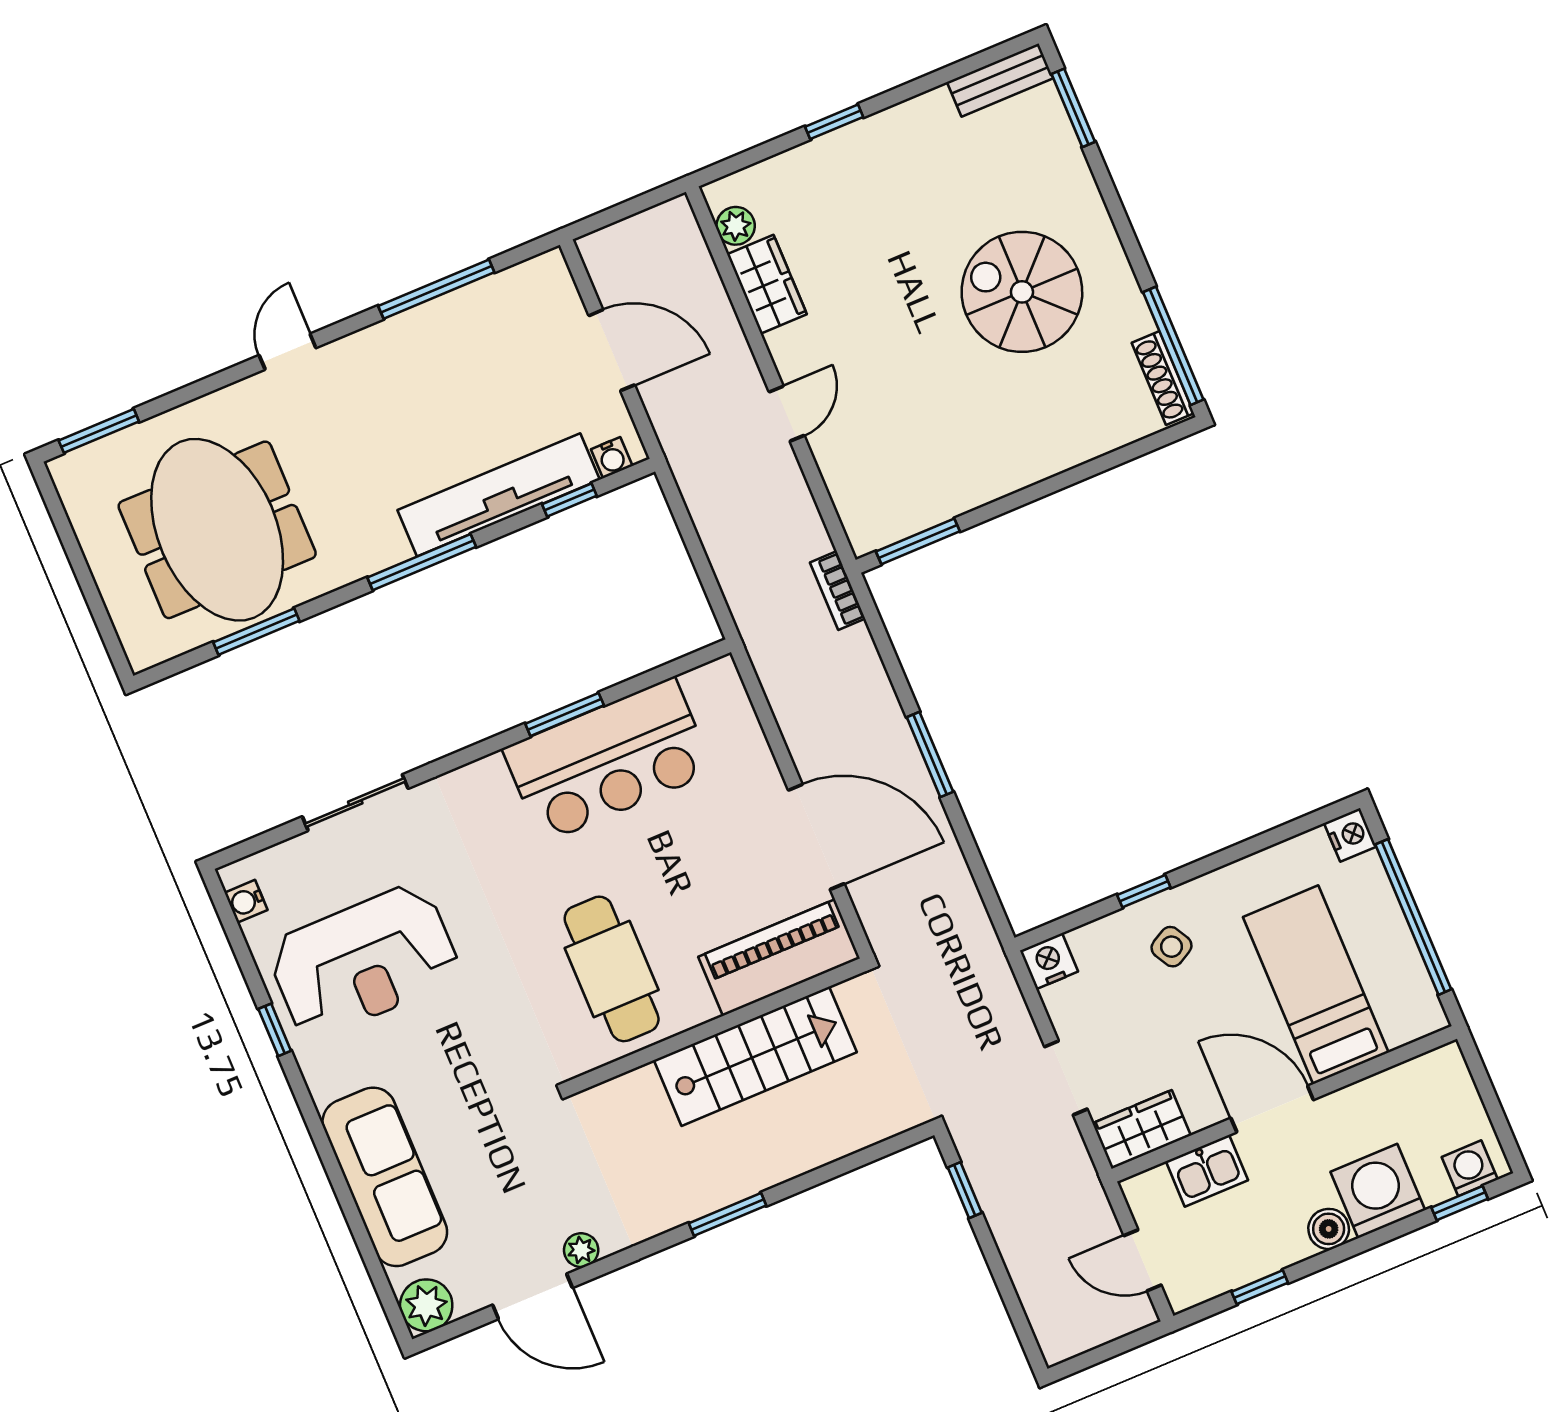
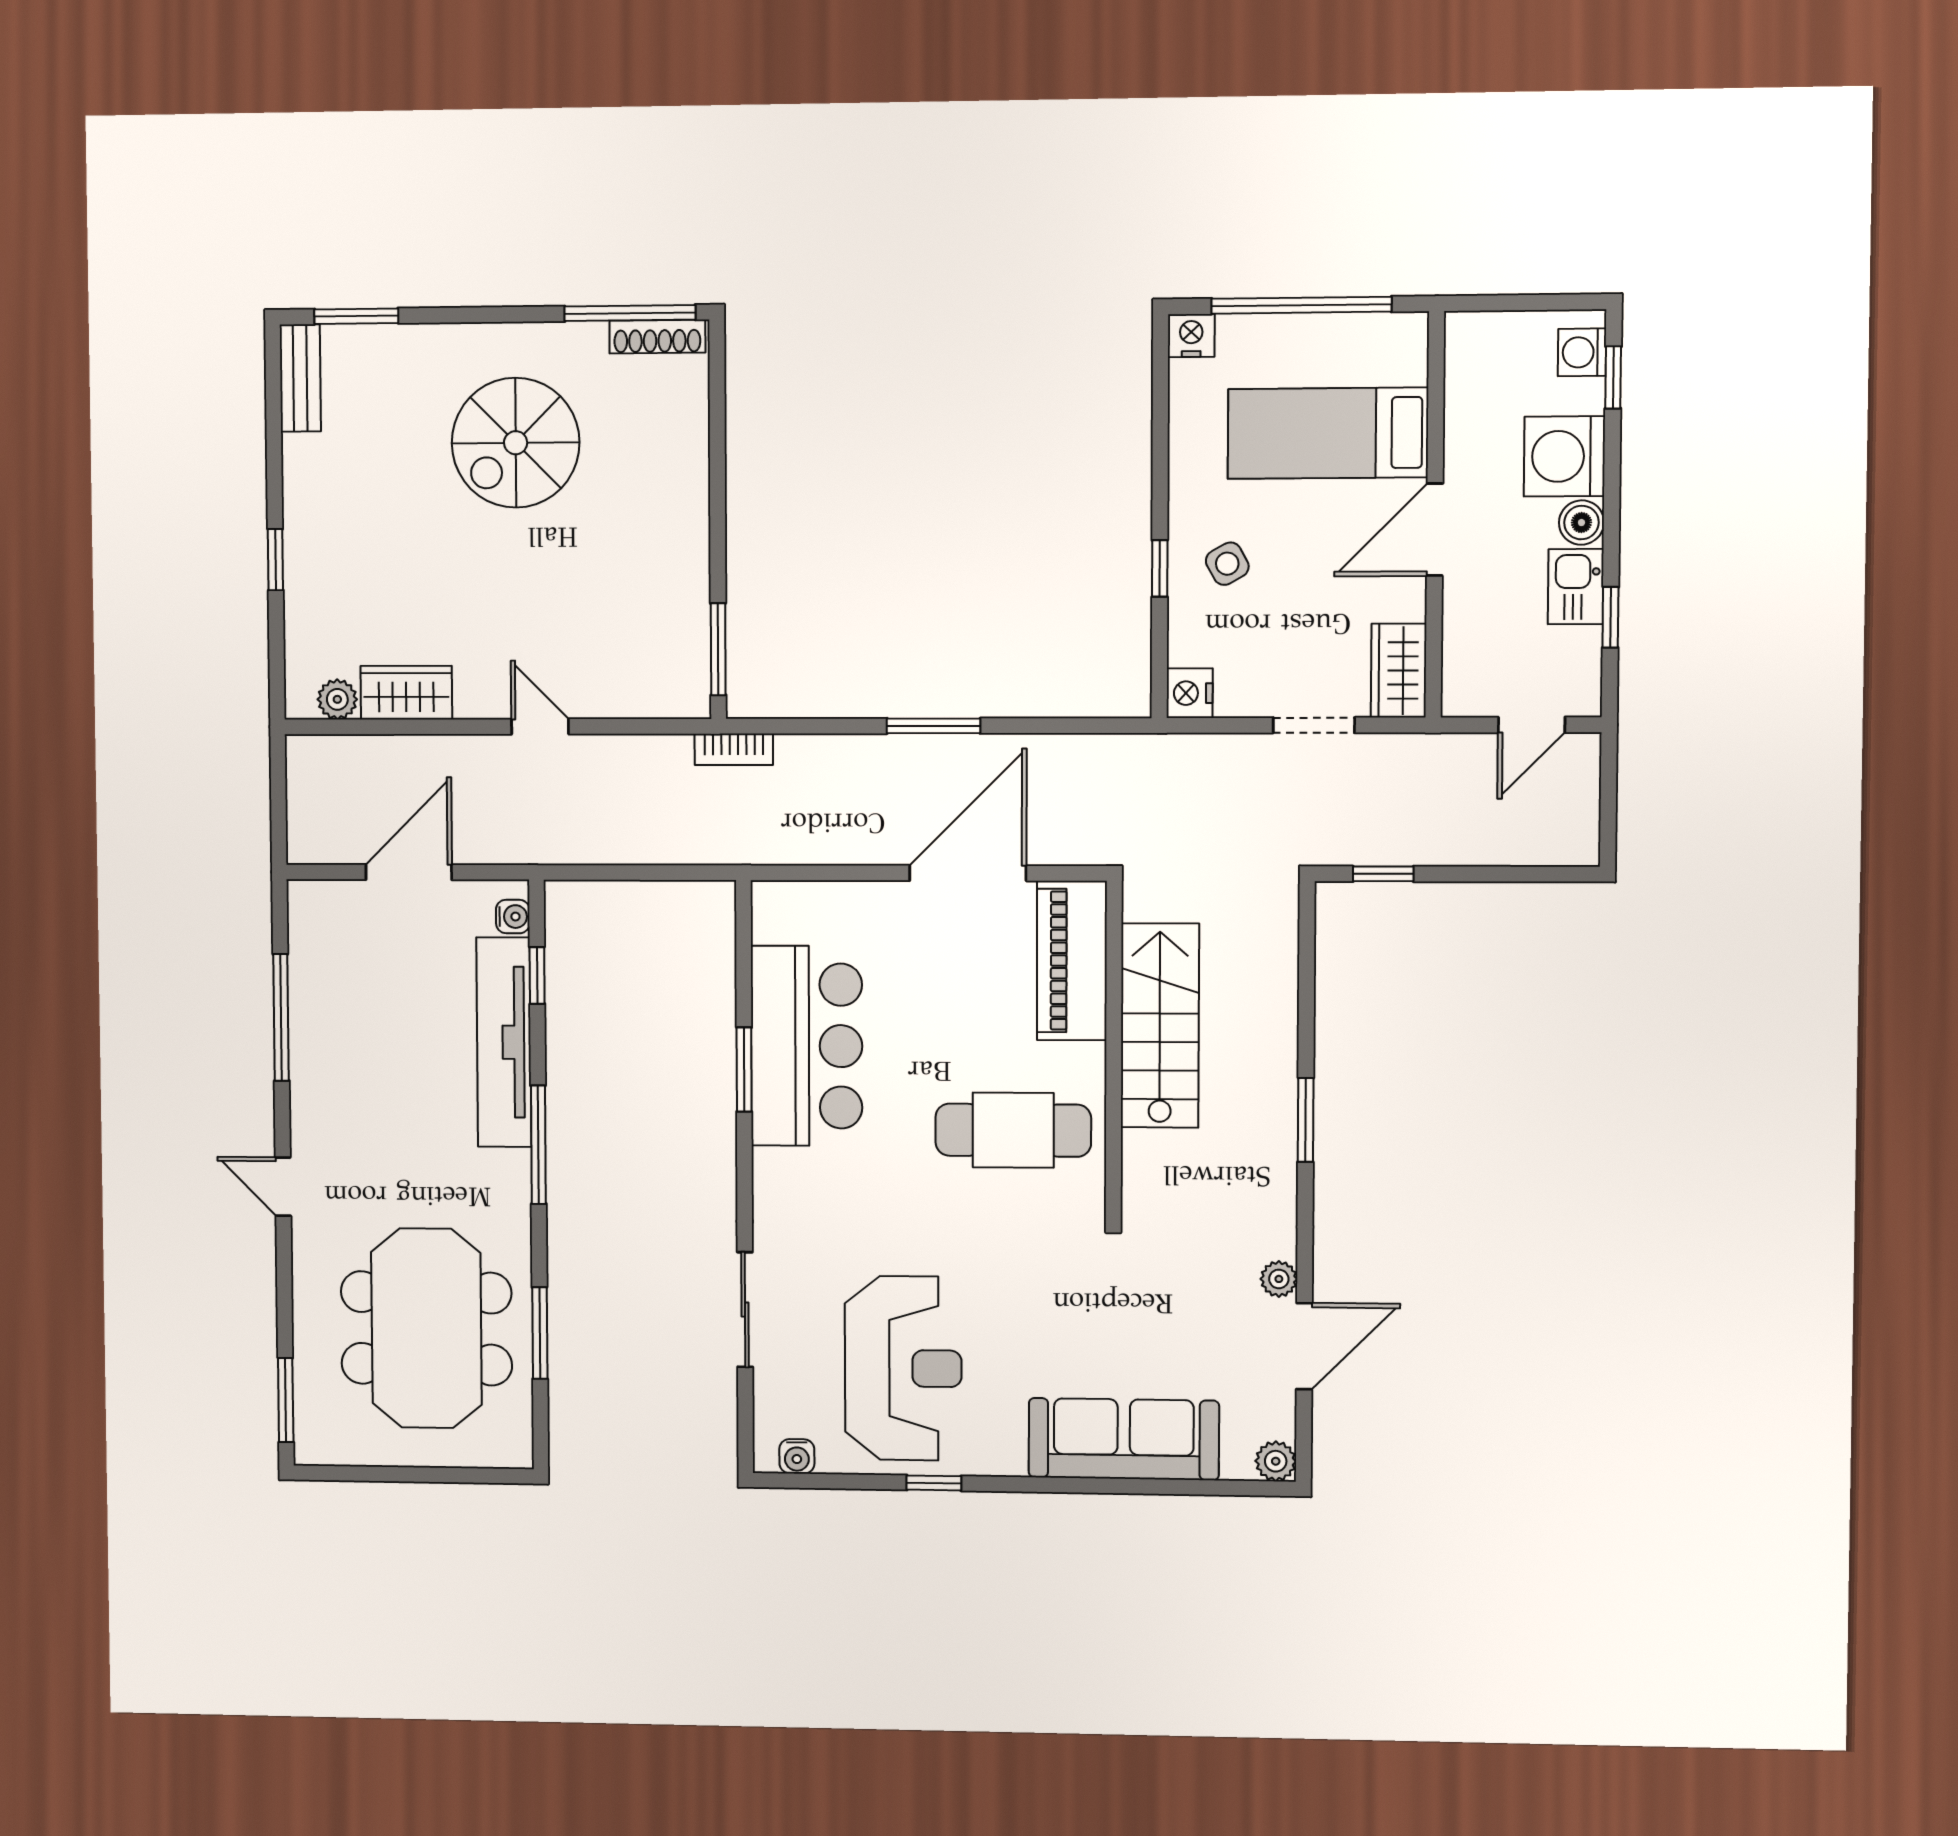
meeting table: (217, 530) -> (426, 1328), turned 90
kitchen sink: (1207, 1171) -> (1576, 587), moved, turned 180
plant: (426, 1305) -> (1276, 1461), width x0.73, depth x0.73

